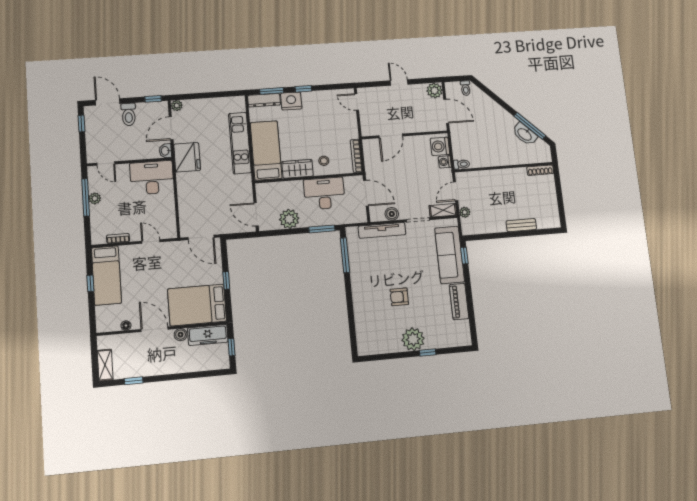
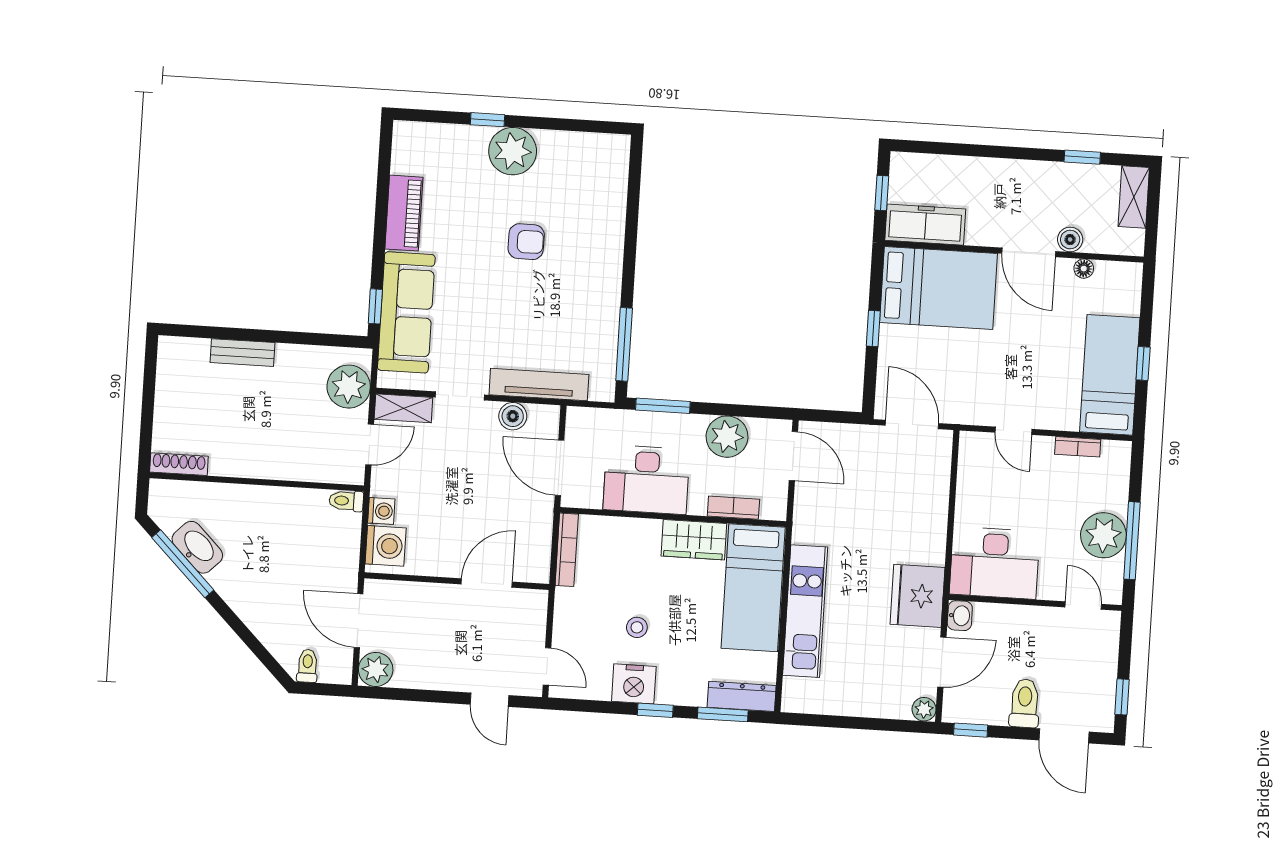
door: (399, 82) -> (490, 700), moved
nightstand: (291, 101) -> (634, 684), moved
stool: (324, 161) -> (637, 627), moved
bookcase: (281, 186) -> (733, 508), added
plant: (95, 198) -> (1103, 535), width x1.87, depth x1.87
plant: (465, 212) -> (349, 387), width x1.88, depth x1.88
boiler: (181, 335) -> (1070, 240), moved

